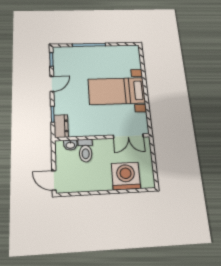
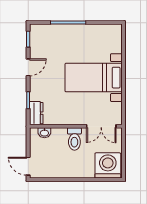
toilet: (85, 151) -> (74, 139), moved
washing machine: (126, 176) -> (108, 165), moved

